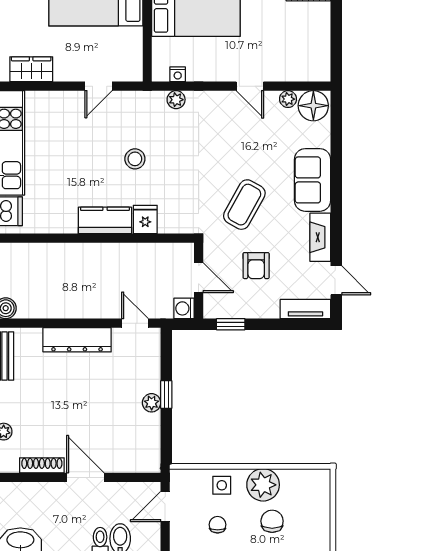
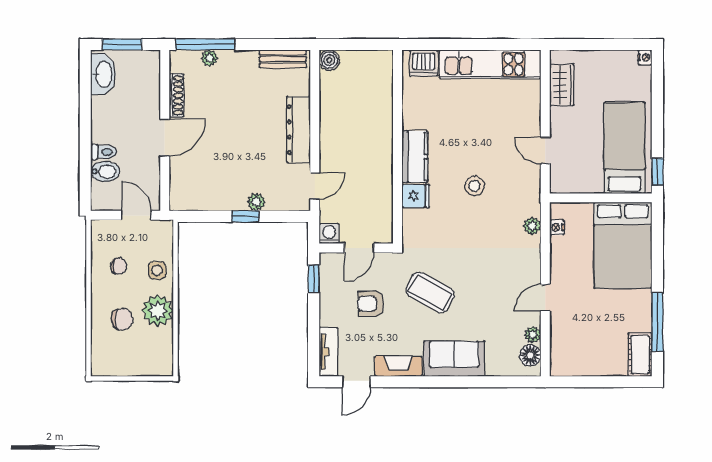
floor lamp: (313, 106) -> (530, 355), width x0.73, depth x0.73
plant: (152, 403) -> (256, 202), moved

